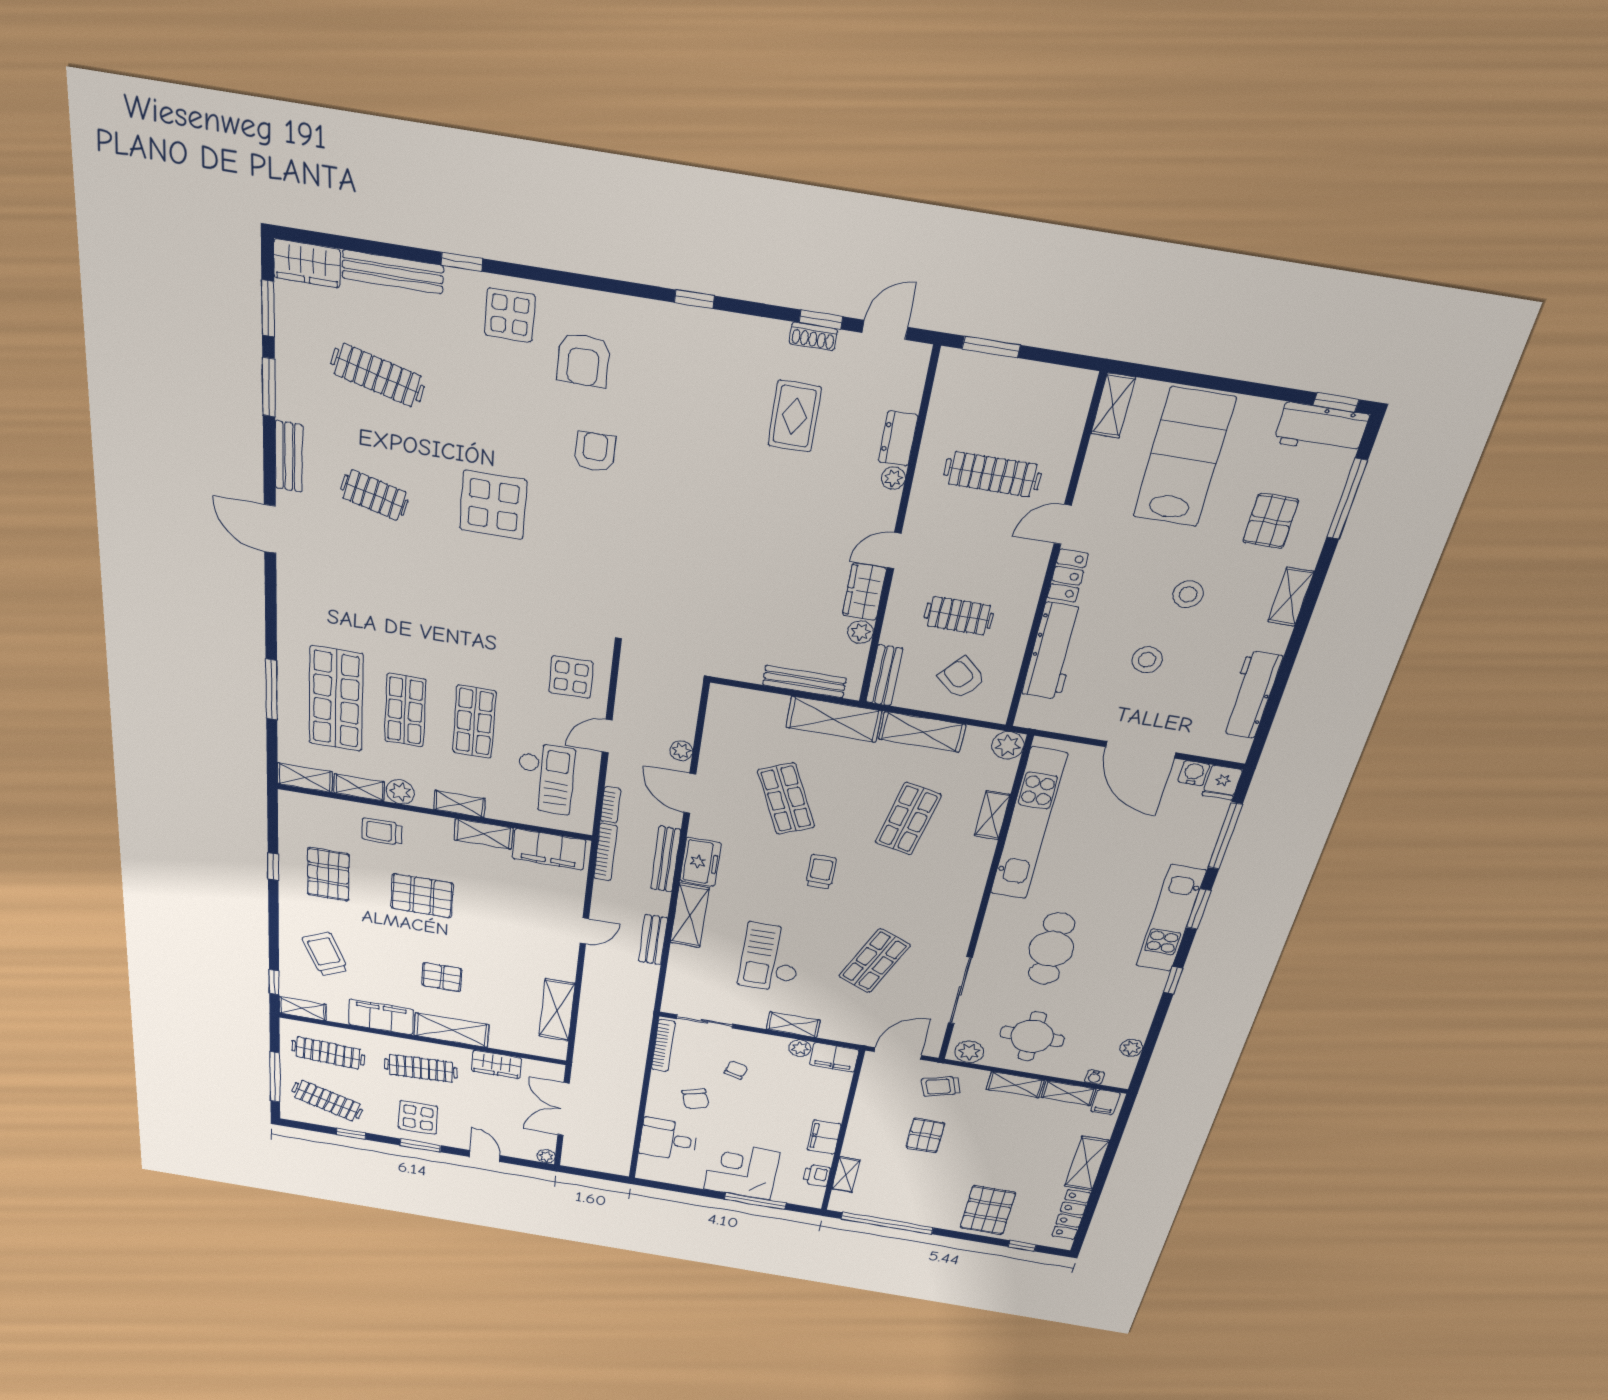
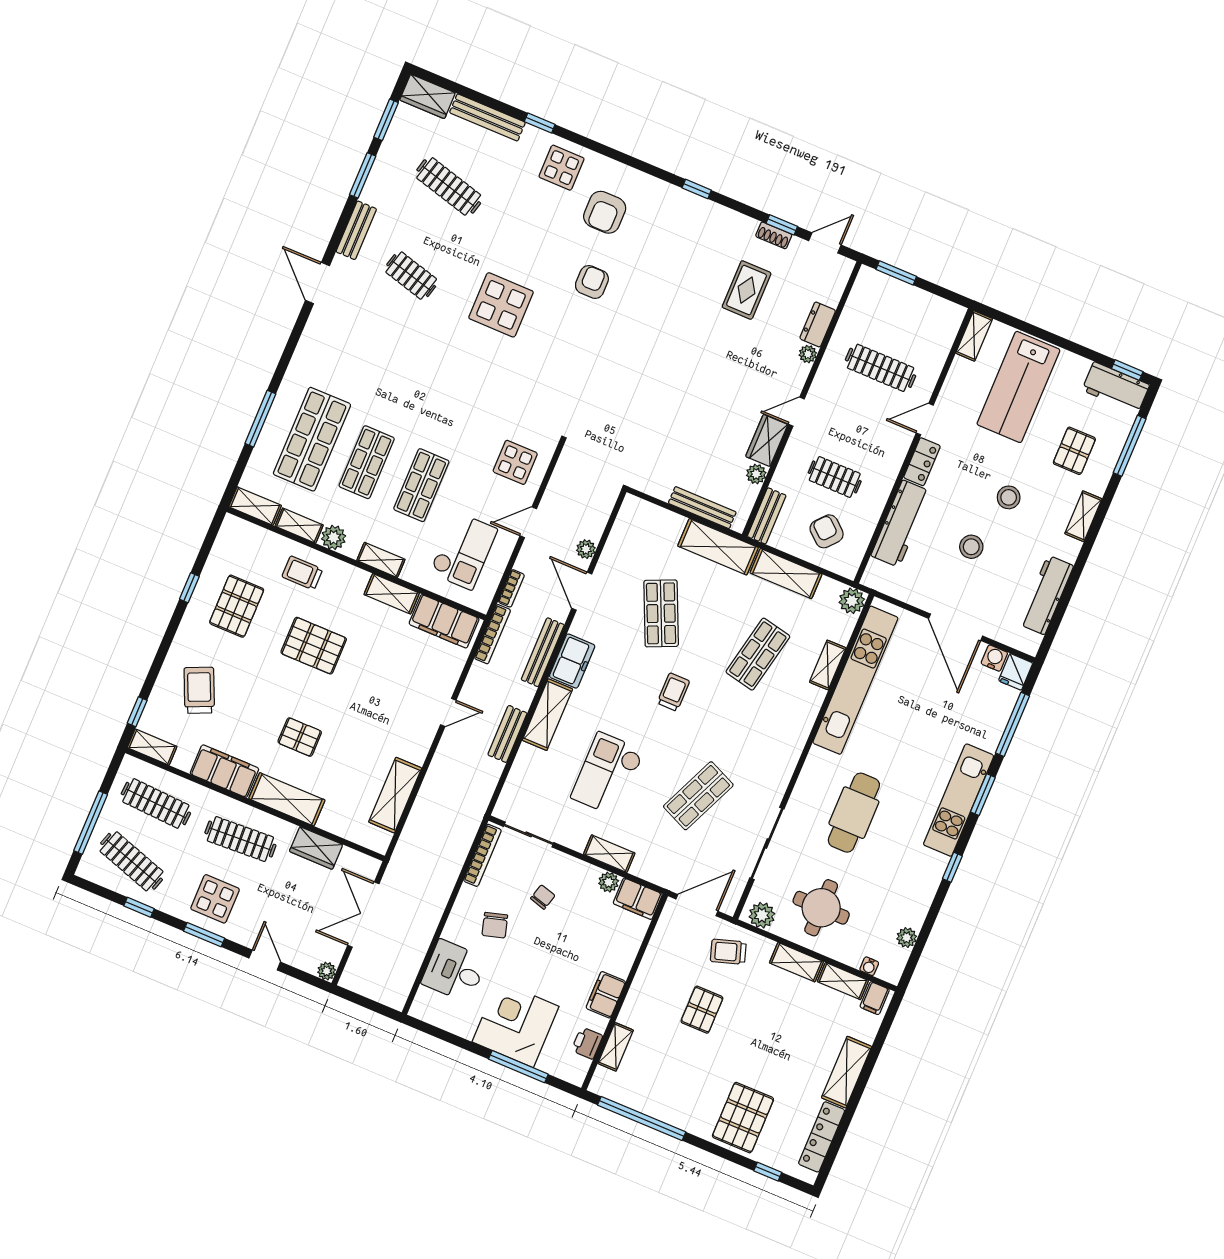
lab bench: (1184, 458) -> (1018, 387), turned 180

